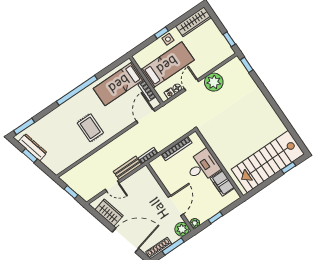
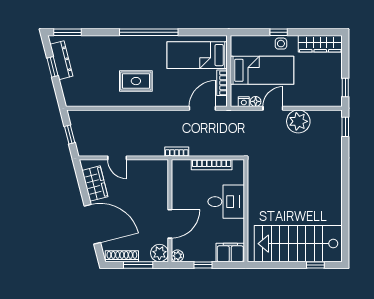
rug: (90, 128) -> (136, 81), turned 90
bench: (127, 168) -> (146, 150), removed
filing cabinet: (222, 183) -> (230, 252), moved, turned 90

